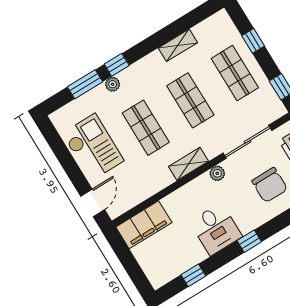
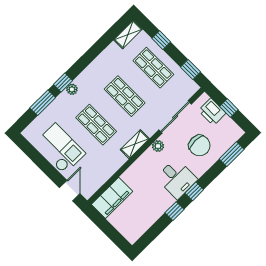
shelving: (178, 45) -> (128, 34), moved
plant: (113, 84) -> (72, 89), moved
desk: (216, 229) -> (177, 179), moved
window: (193, 275) -> (174, 211), moved

